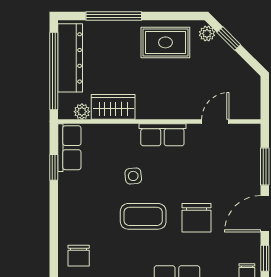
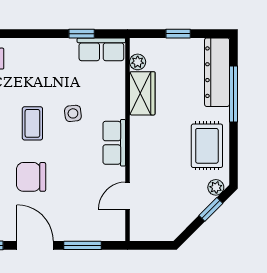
dresser: (70, 58) -> (217, 72), moved, turned 90
window: (54, 71) -> (178, 34), width x0.32
door: (215, 122) -> (128, 196), swing flipped
coffee table: (143, 216) -> (32, 123), width x0.73, depth x0.77

